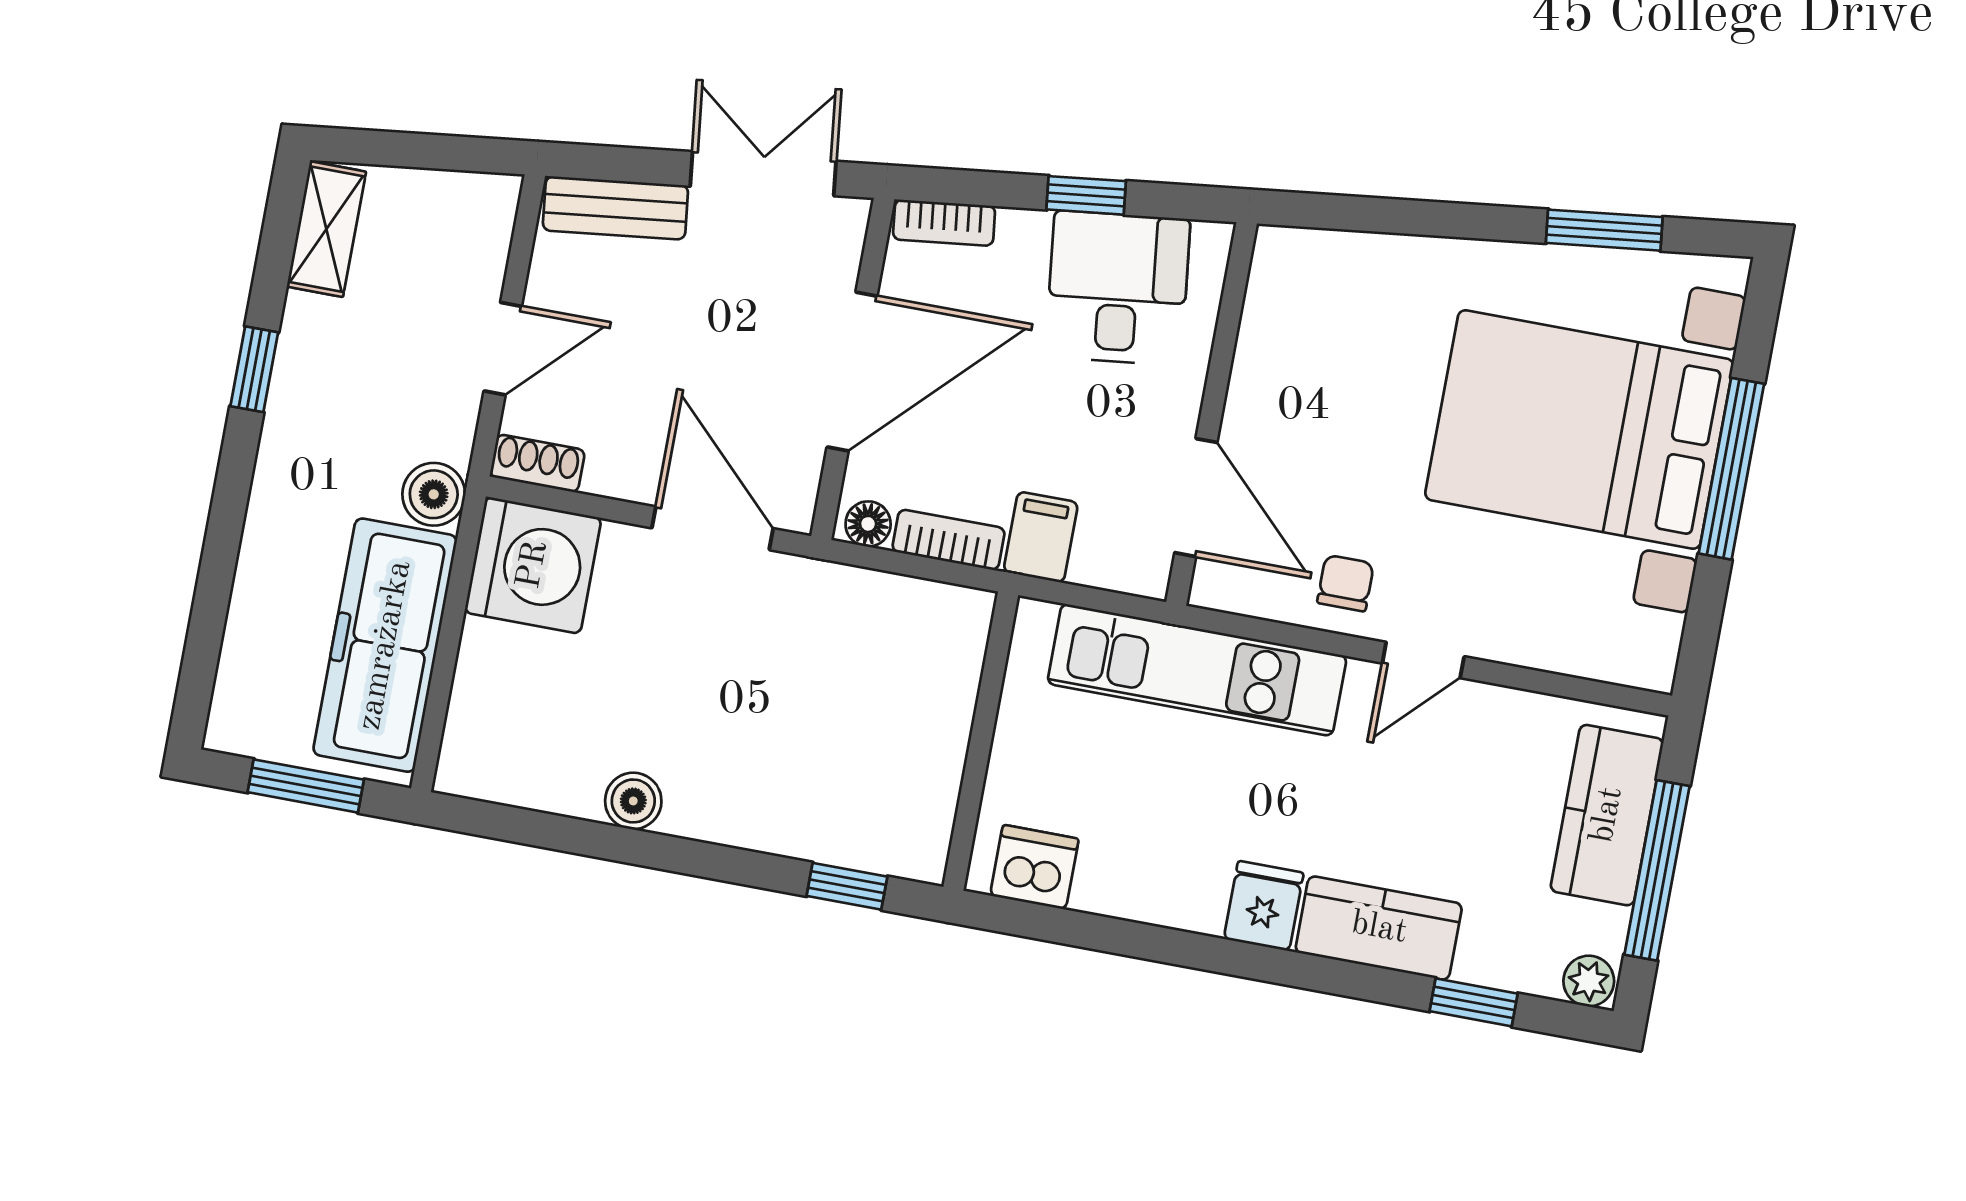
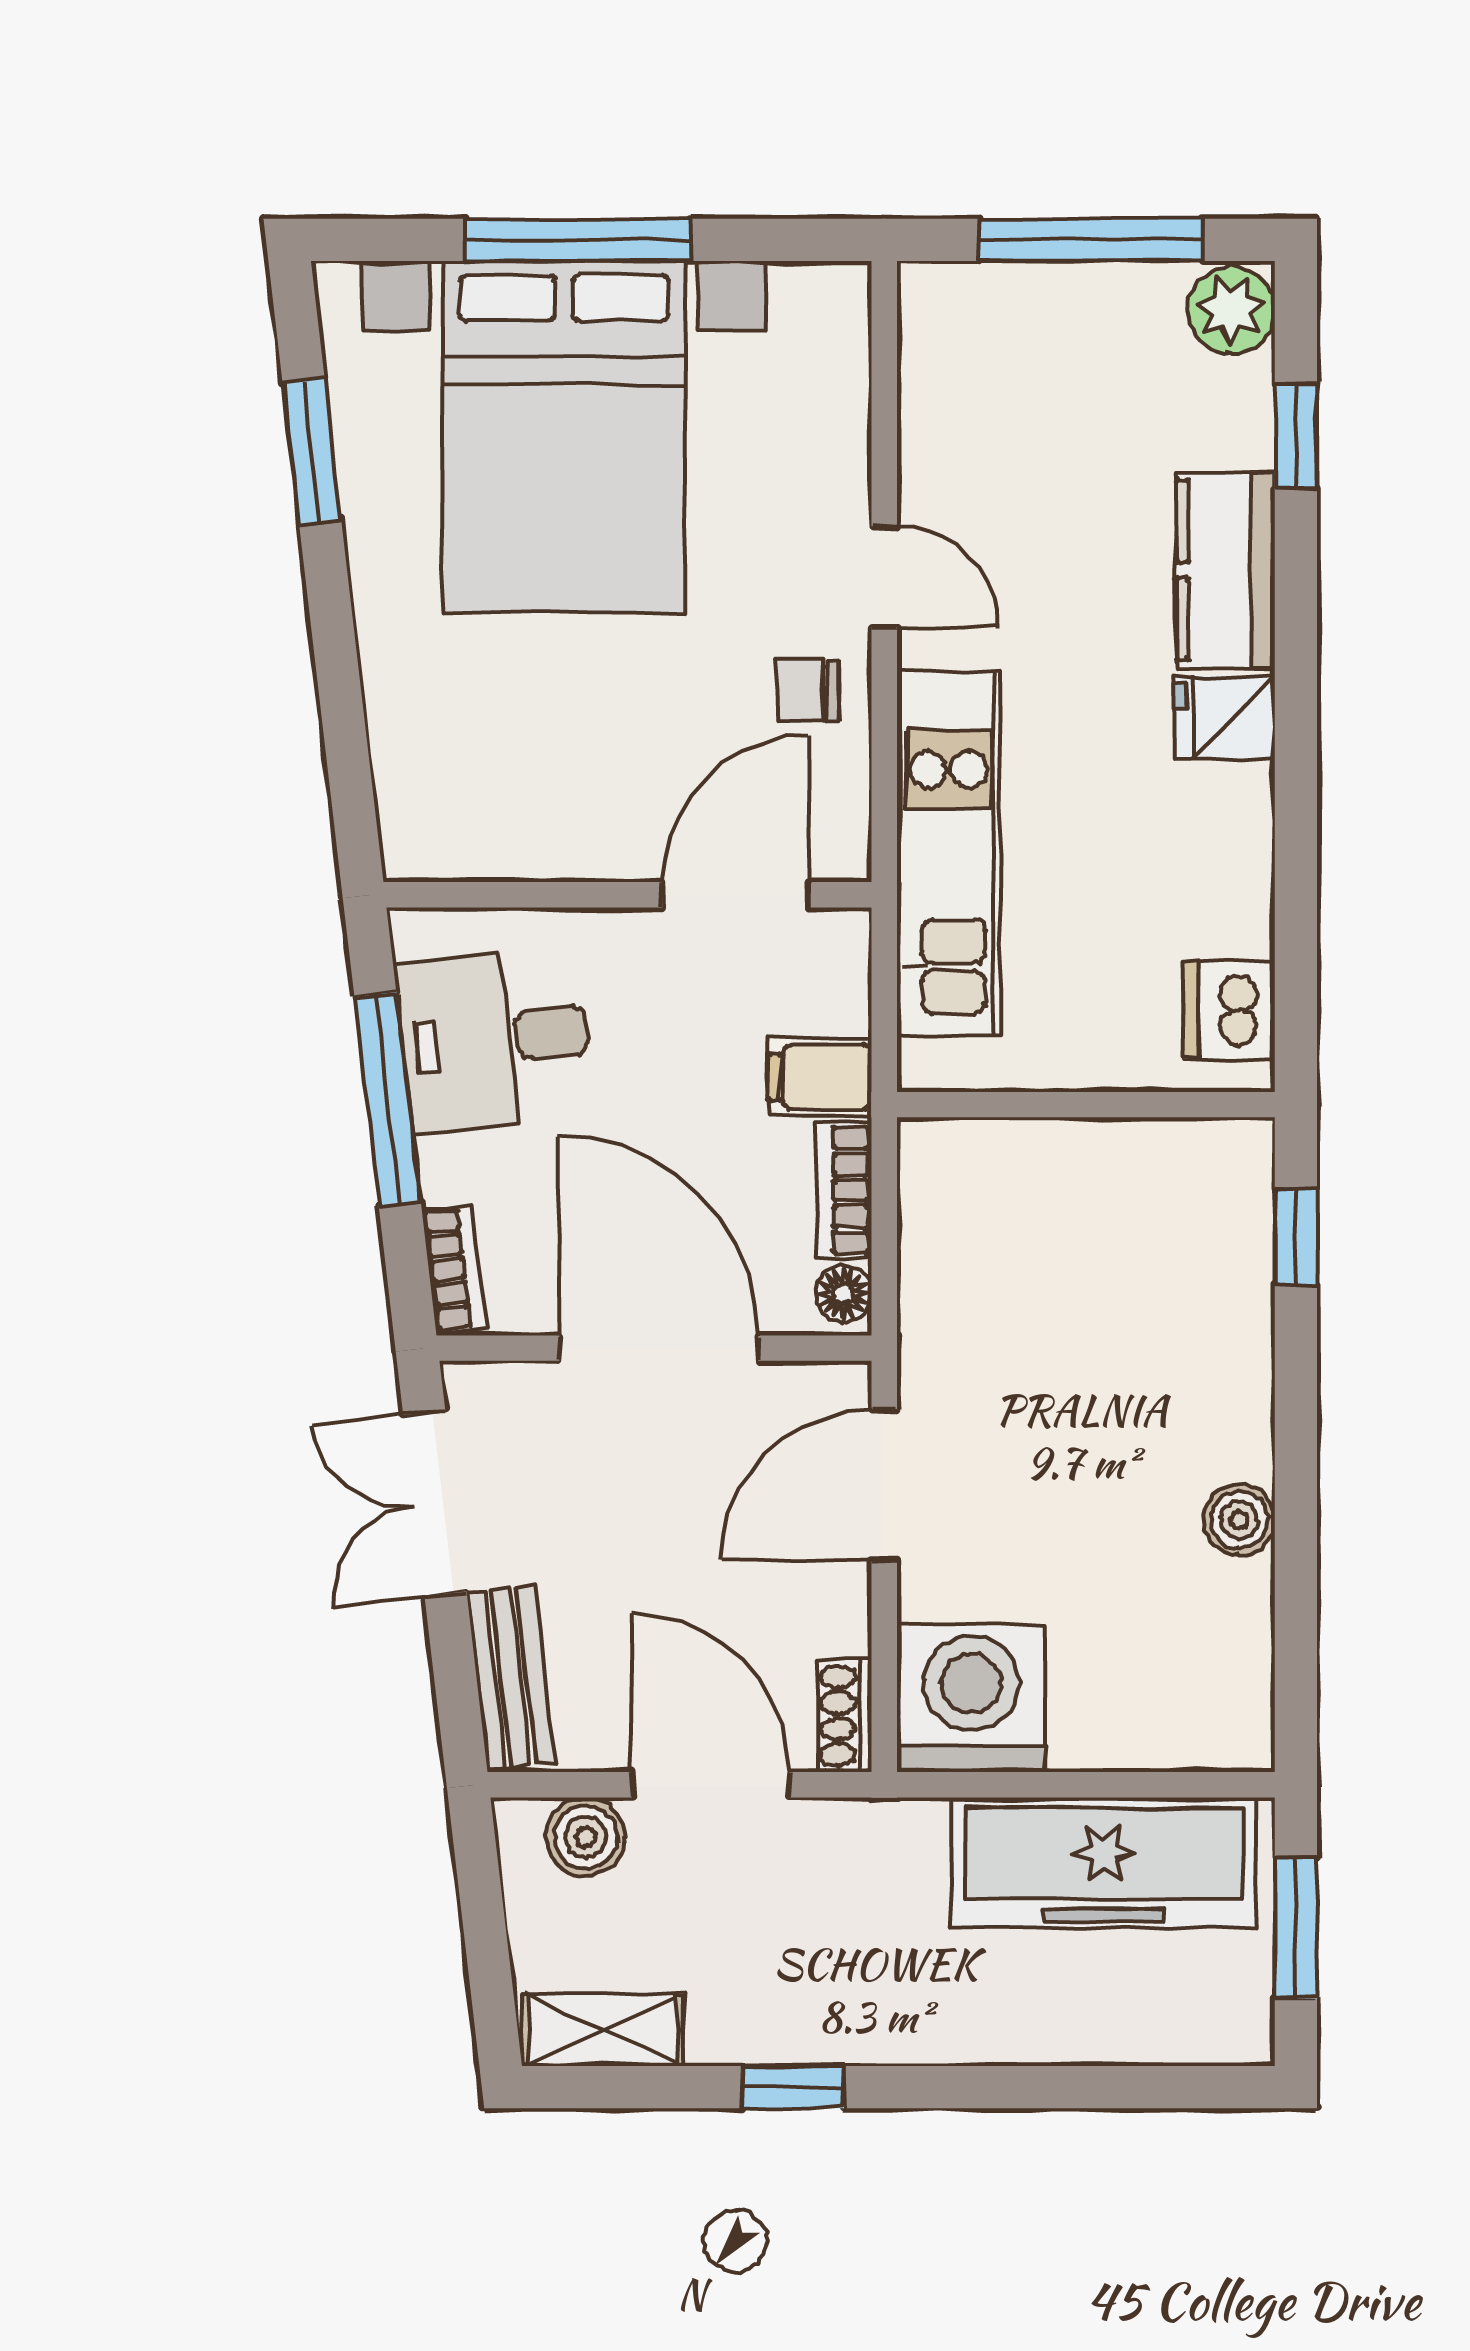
window: (1086, 195) -> (388, 1099), width x2.17
door: (503, 349) -> (711, 1785), width x1.38
boiler: (434, 494) -> (586, 1837), moved
kitchen counter: (1607, 815) -> (1034, 314), removed
plant: (1589, 981) -> (1231, 311), width x1.38, depth x1.38

